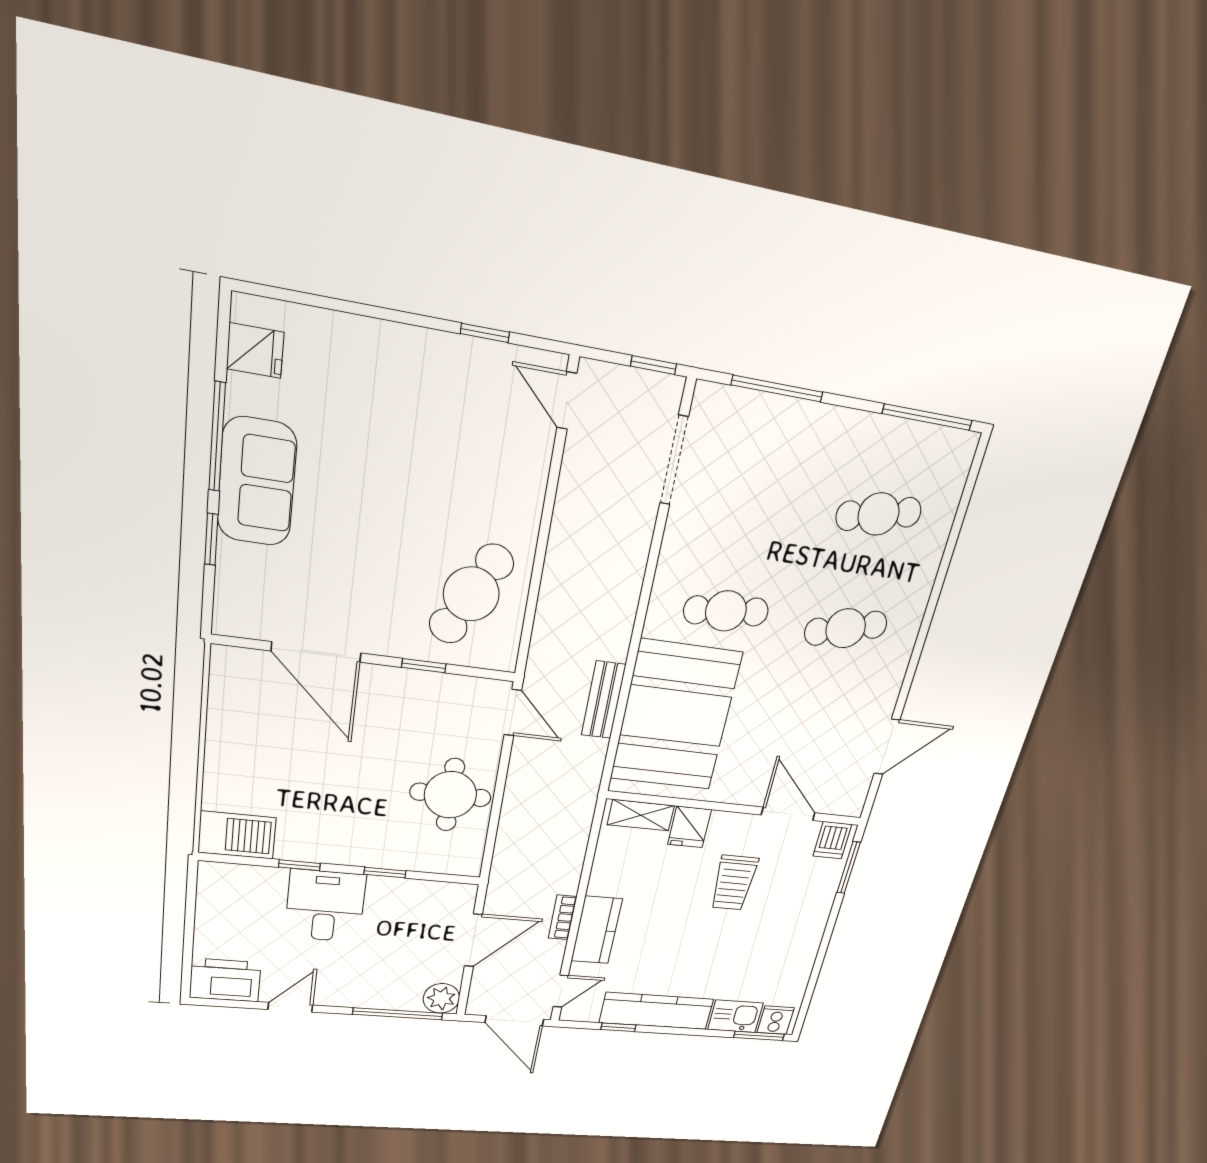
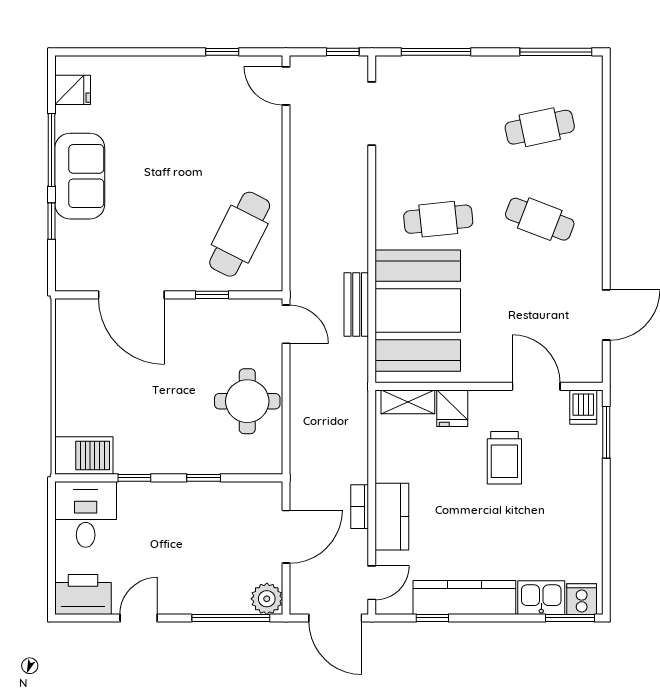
cafe table: (846, 628) -> (540, 219), turned 36
desk: (325, 906) -> (86, 514), moved

